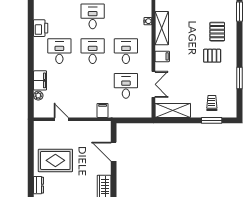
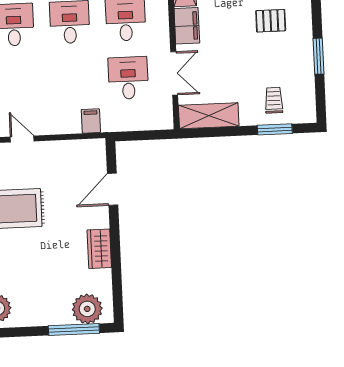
filing cabinet: (162, 56) -> (187, 26), width x2.00
door: (114, 152) -> (113, 189), hinge flipped

